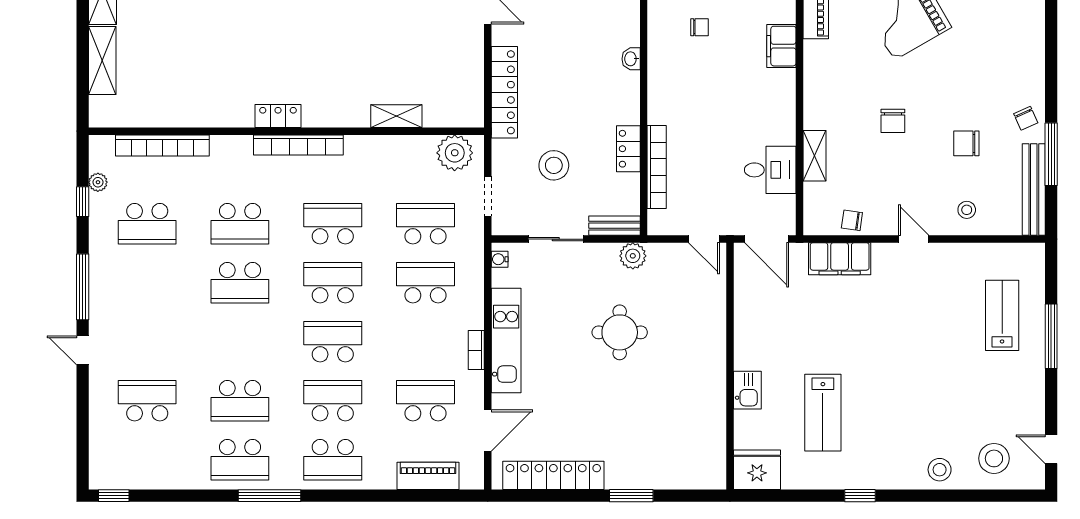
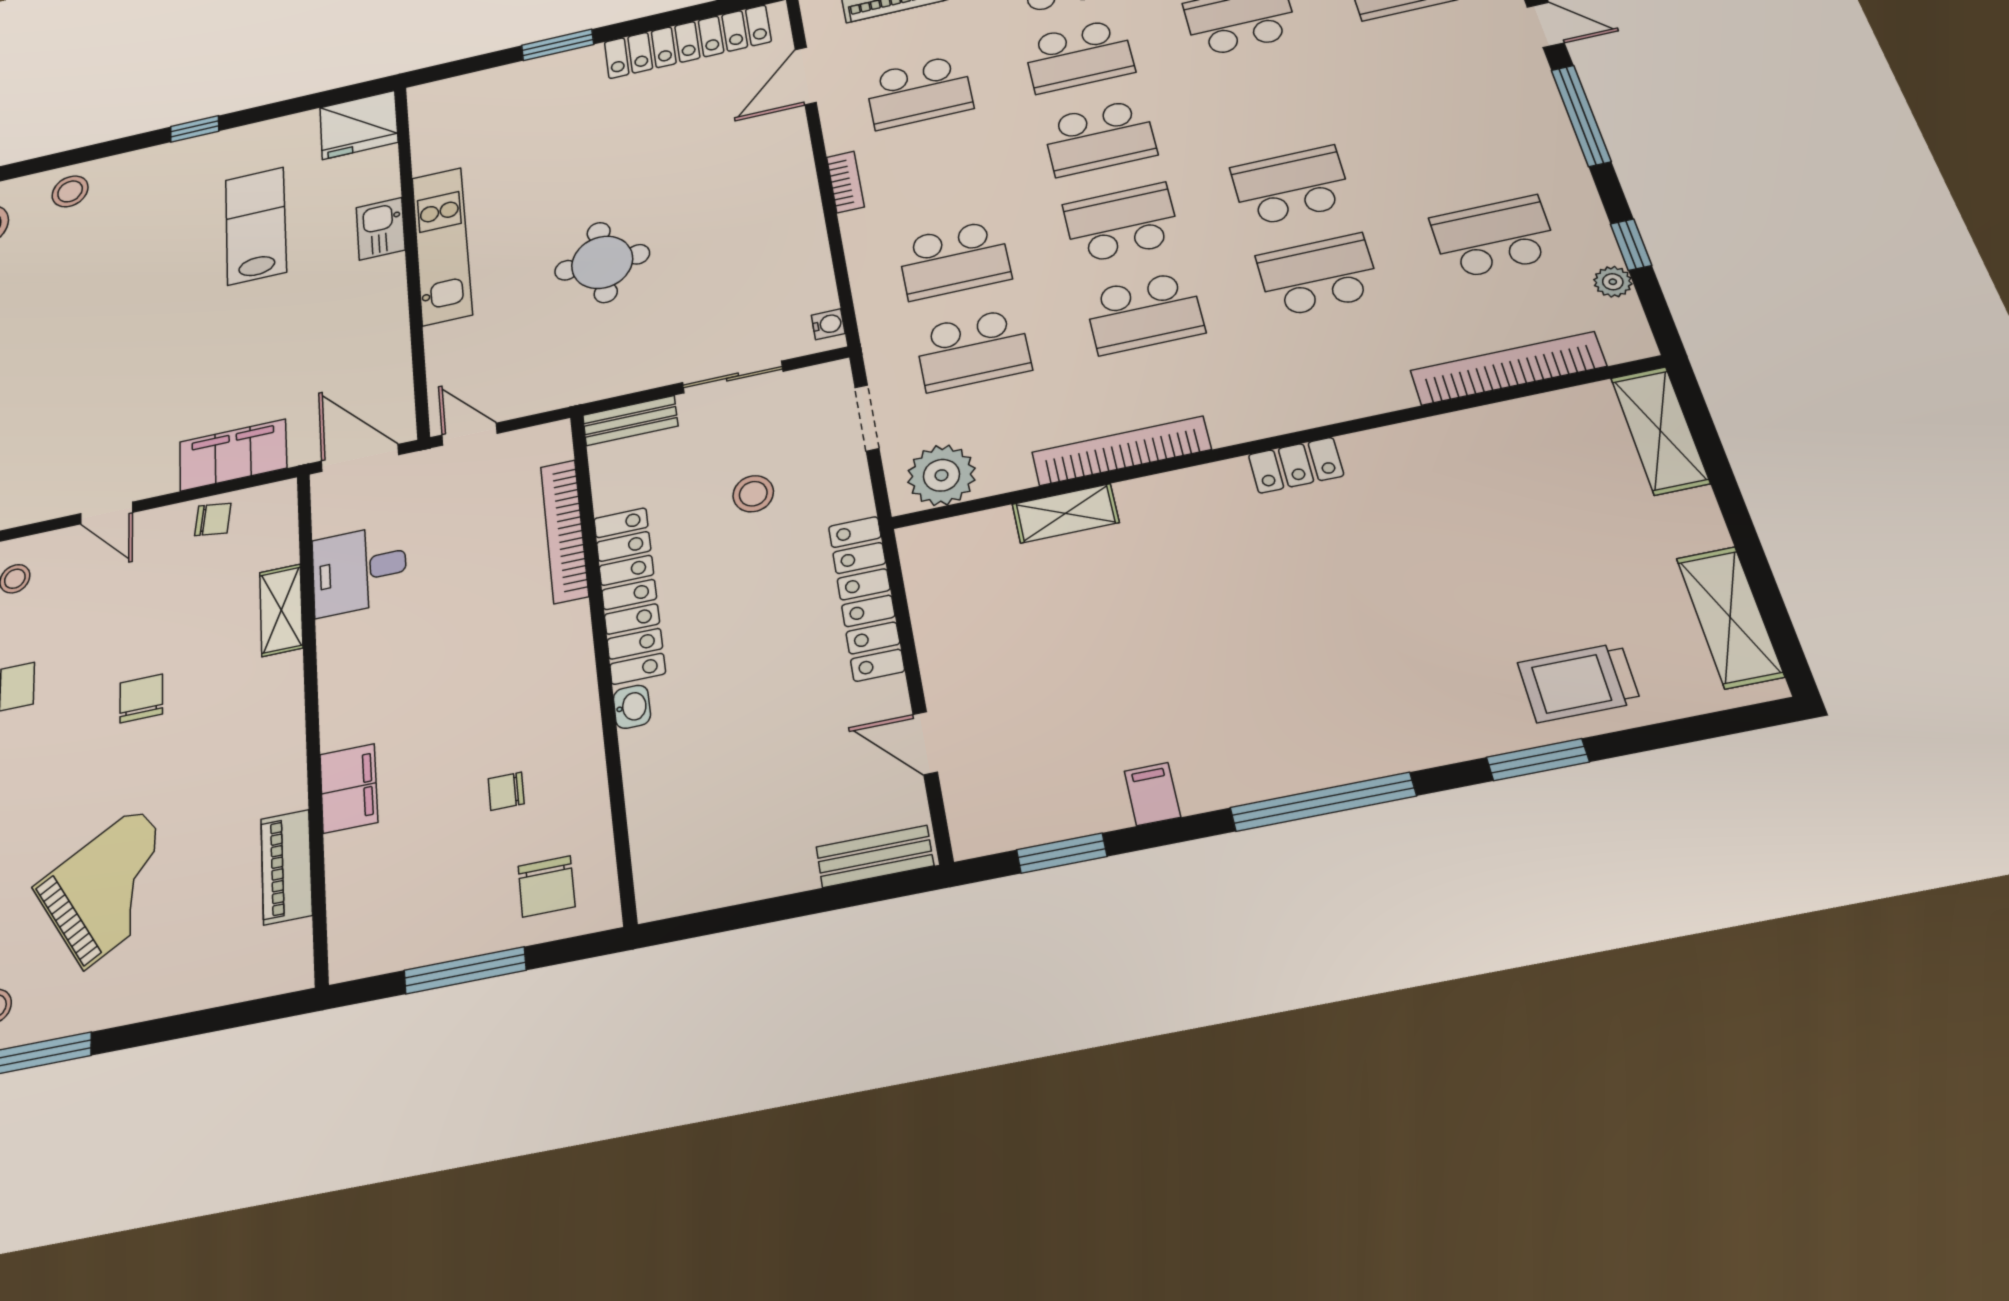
shelving: (102, 60) -> (1660, 430), moved
bookcase: (298, 145) -> (1121, 451), moved
locker: (628, 149) -> (629, 595), width x2.16, depth x1.21
stool: (554, 165) -> (753, 494), width x0.73, depth x0.73
plant: (633, 256) -> (592, 381), removed
school desk: (333, 283) -> (1121, 223), turned 180
kitchen unit: (506, 341) -> (442, 246), moved, turned 180

